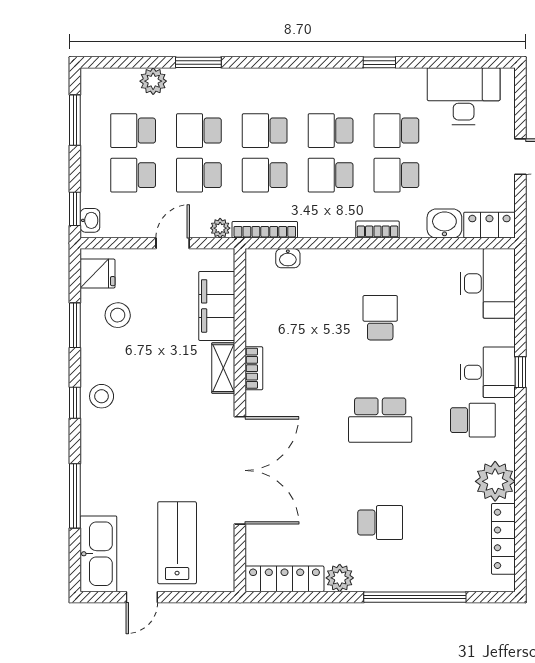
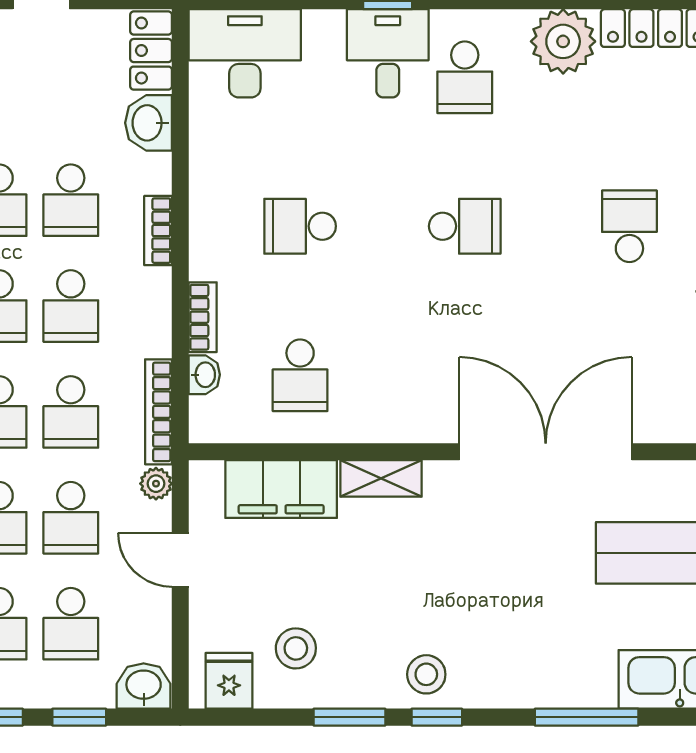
window: (75, 209) -> (79, 717), moved
washbasin: (90, 220) -> (144, 686), width x1.38, depth x1.45
school desk: (288, 318) -> (300, 375), added
window: (75, 325) -> (349, 717), moved
bookcase: (254, 368) -> (203, 317), moved, turned 90
school desk: (380, 420) -> (465, 226), width x0.54
school desk: (473, 420) -> (465, 77), turned 180

